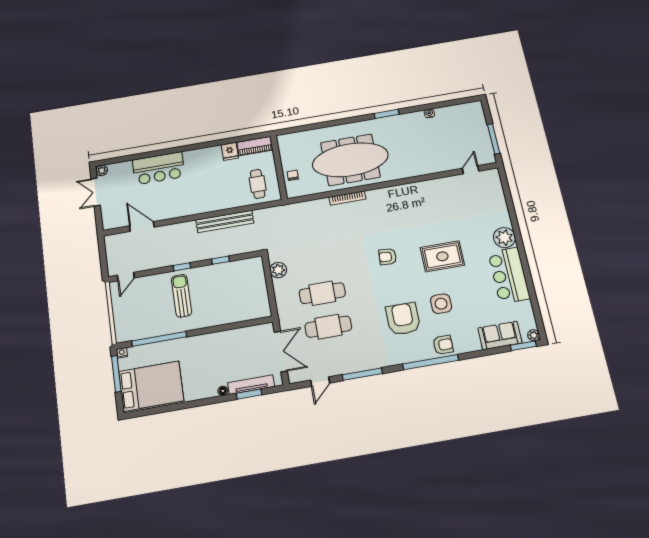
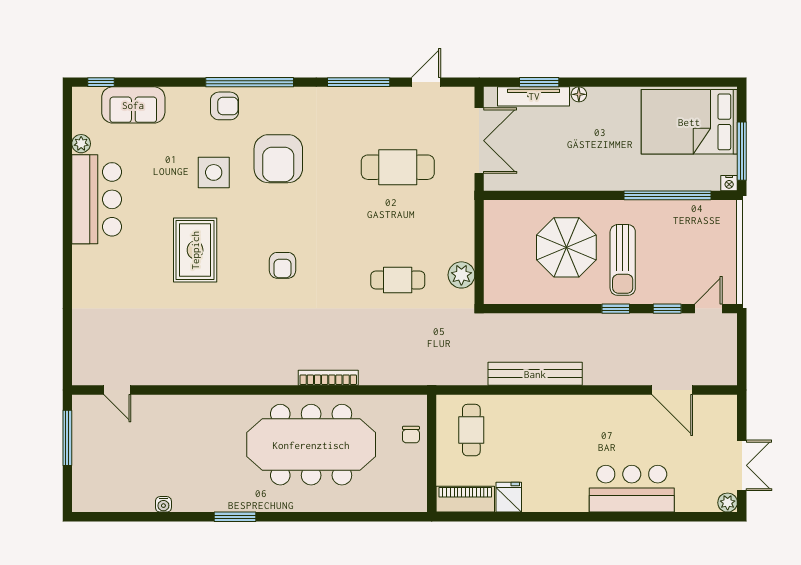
door: (471, 170) -> (117, 390), hinge flipped
plant: (504, 238) -> (89, 263), removed
rug: (442, 256) -> (195, 250), turned 90
armchair: (388, 257) -> (283, 265), turned 86
window: (221, 260) -> (667, 309), moved
cafe table: (322, 293) -> (398, 280), moved, width x0.73, depth x0.74
parasol: (217, 297) -> (566, 247), added
plant: (534, 335) -> (81, 144), moved
armchair: (443, 345) -> (225, 106), turned 180
window: (523, 346) -> (101, 82), width x0.67
double door: (281, 352) -> (479, 141), swing flipped

